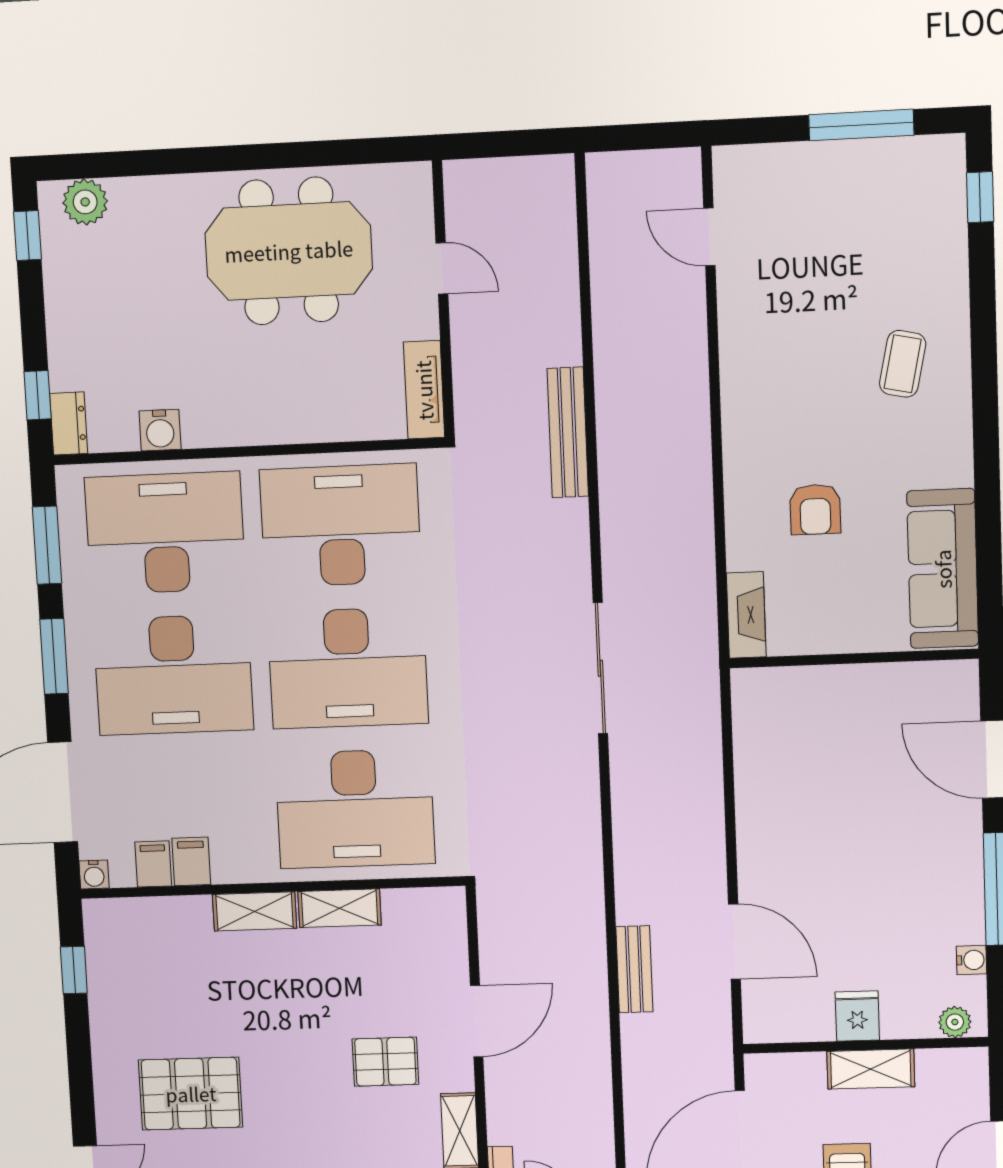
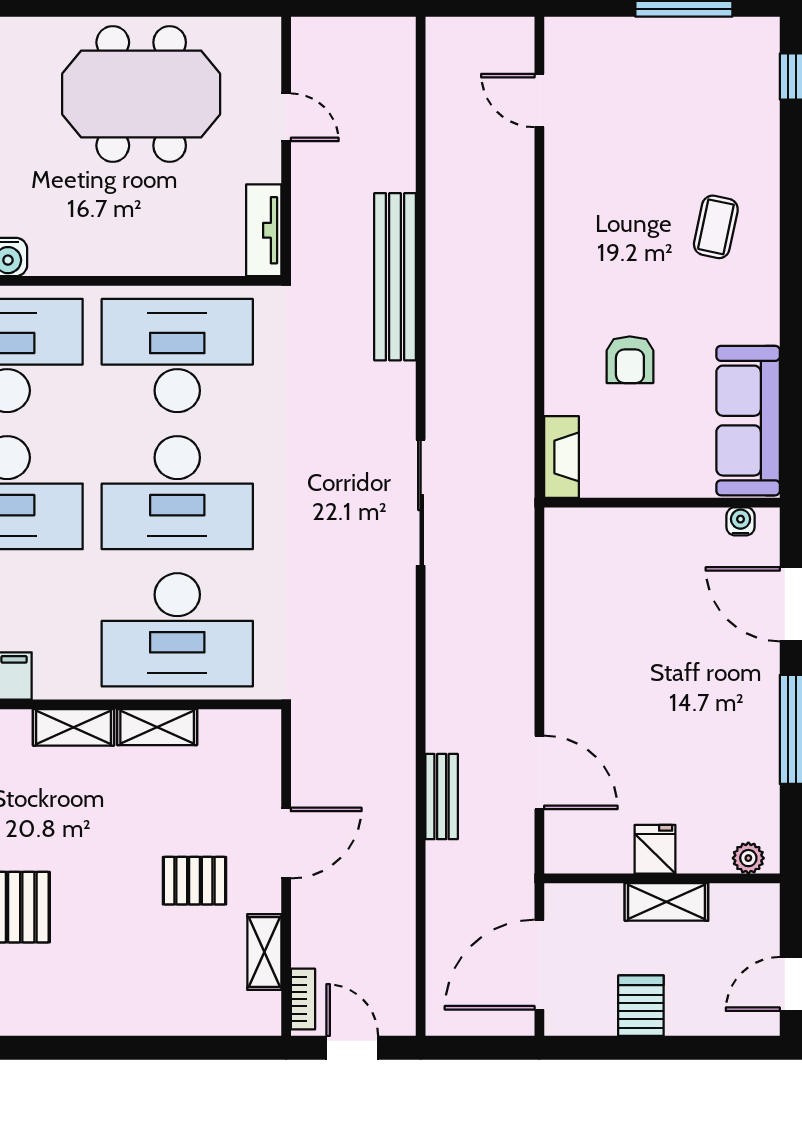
bench: (568, 432) -> (395, 277), width x1.37, depth x1.21
water cooler: (972, 960) -> (741, 521), moved, turned -90

